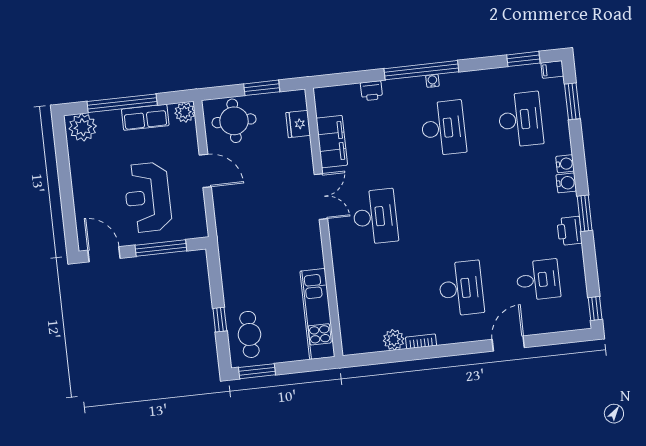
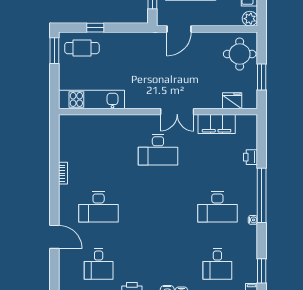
water cooler: (432, 81) -> (253, 220), moved
desk: (520, 120) -> (217, 264), width x0.73
door: (205, 171) -> (179, 29), moved
plant: (394, 340) -> (66, 153), removed

